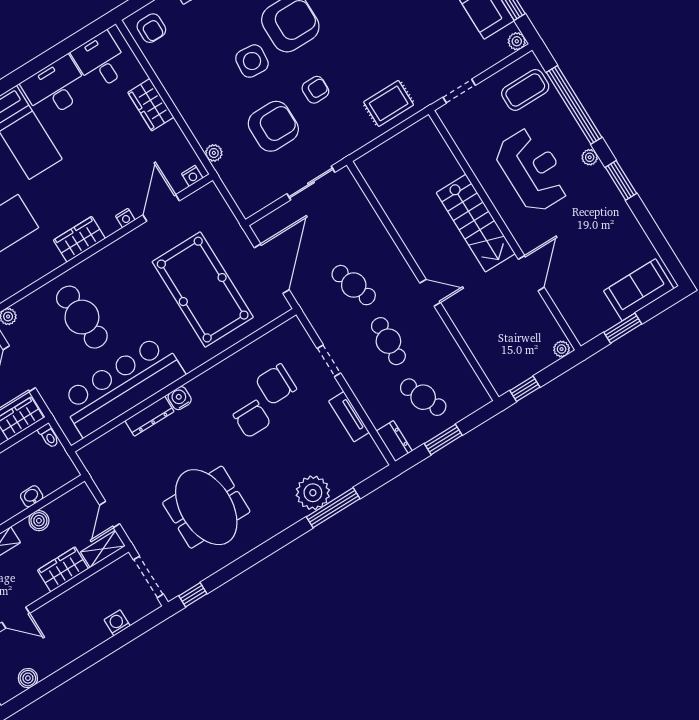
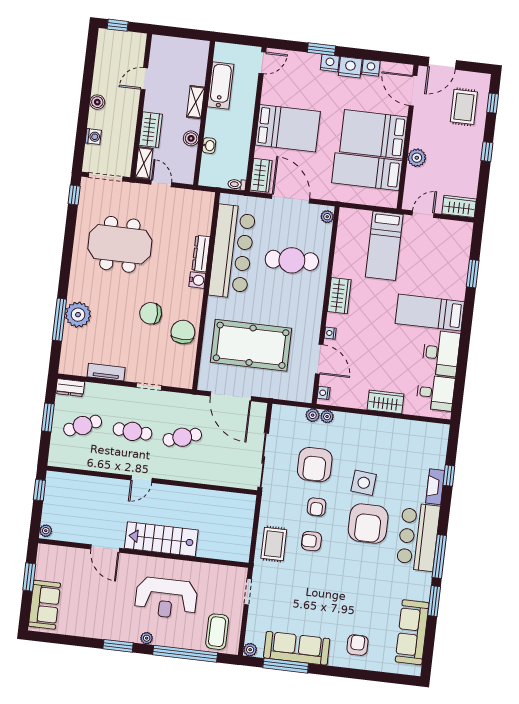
armchair: (151, 28) -> (311, 541), moved
plant: (224, 169) -> (313, 415), added
sliding door: (311, 183) -> (263, 460), width x1.37
chair: (276, 384) -> (183, 332), moved
boiler: (28, 678) -> (97, 102), moved

